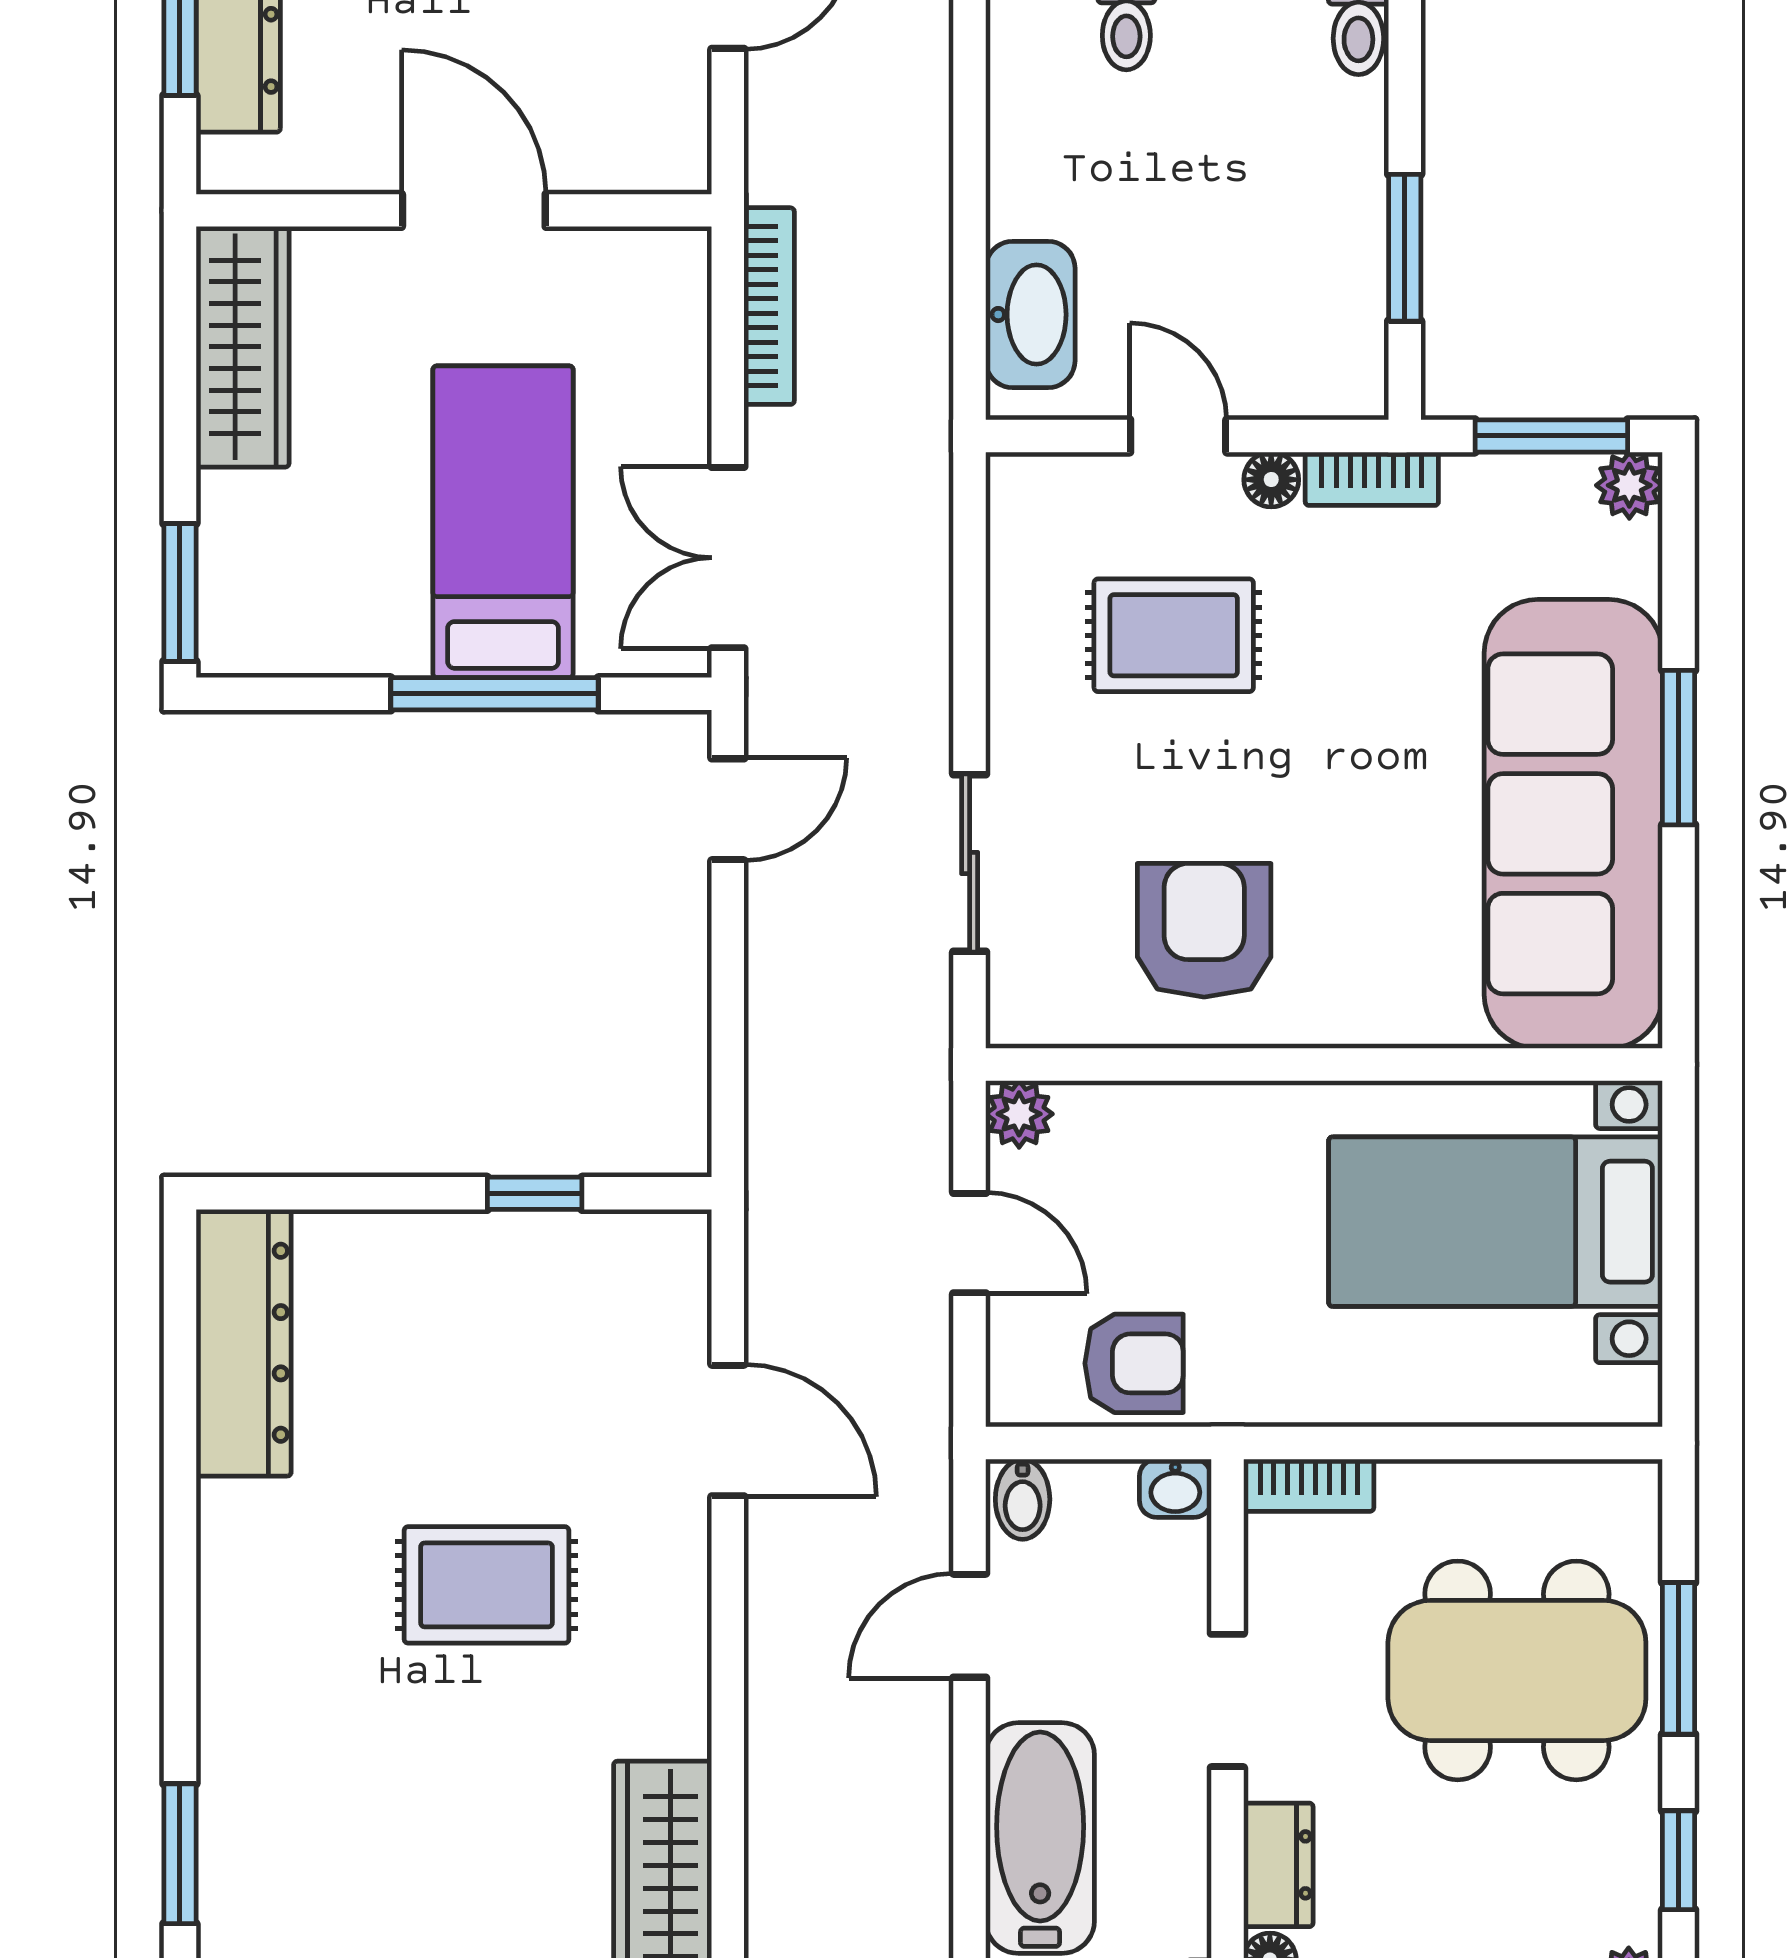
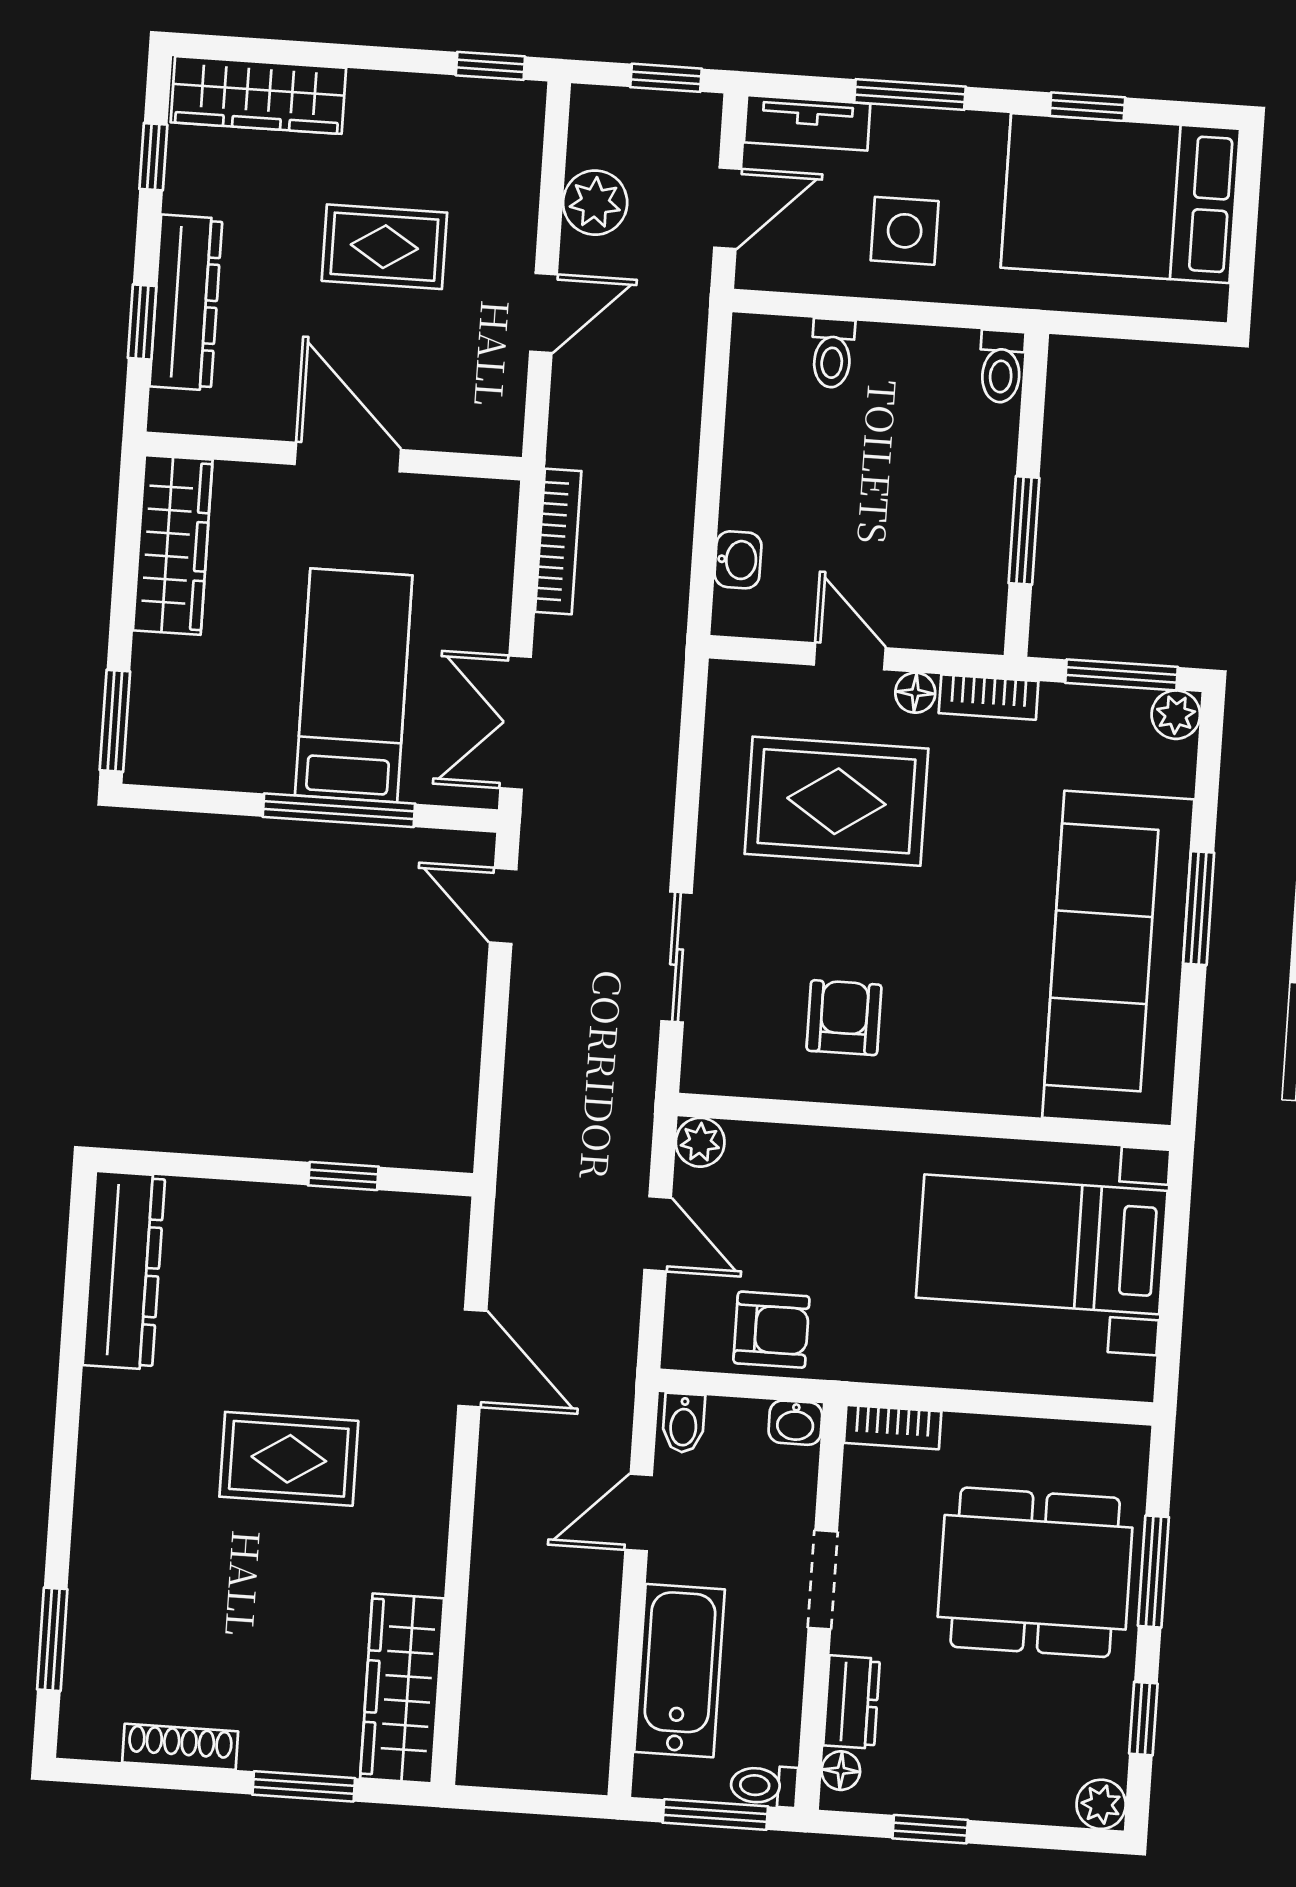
washbasin: (1030, 315) -> (738, 560), width x0.52, depth x0.69
rug: (1174, 635) -> (836, 801), width x1.36, depth x1.43
door: (728, 809) -> (503, 906), swing flipped
armchair: (1204, 930) -> (844, 1018), width x0.72, depth x0.72

